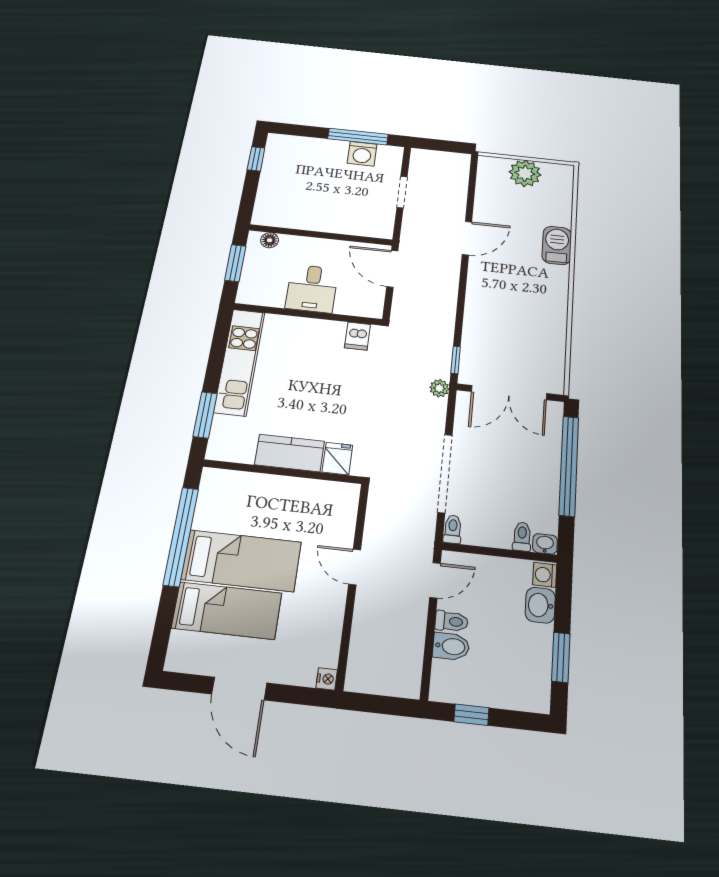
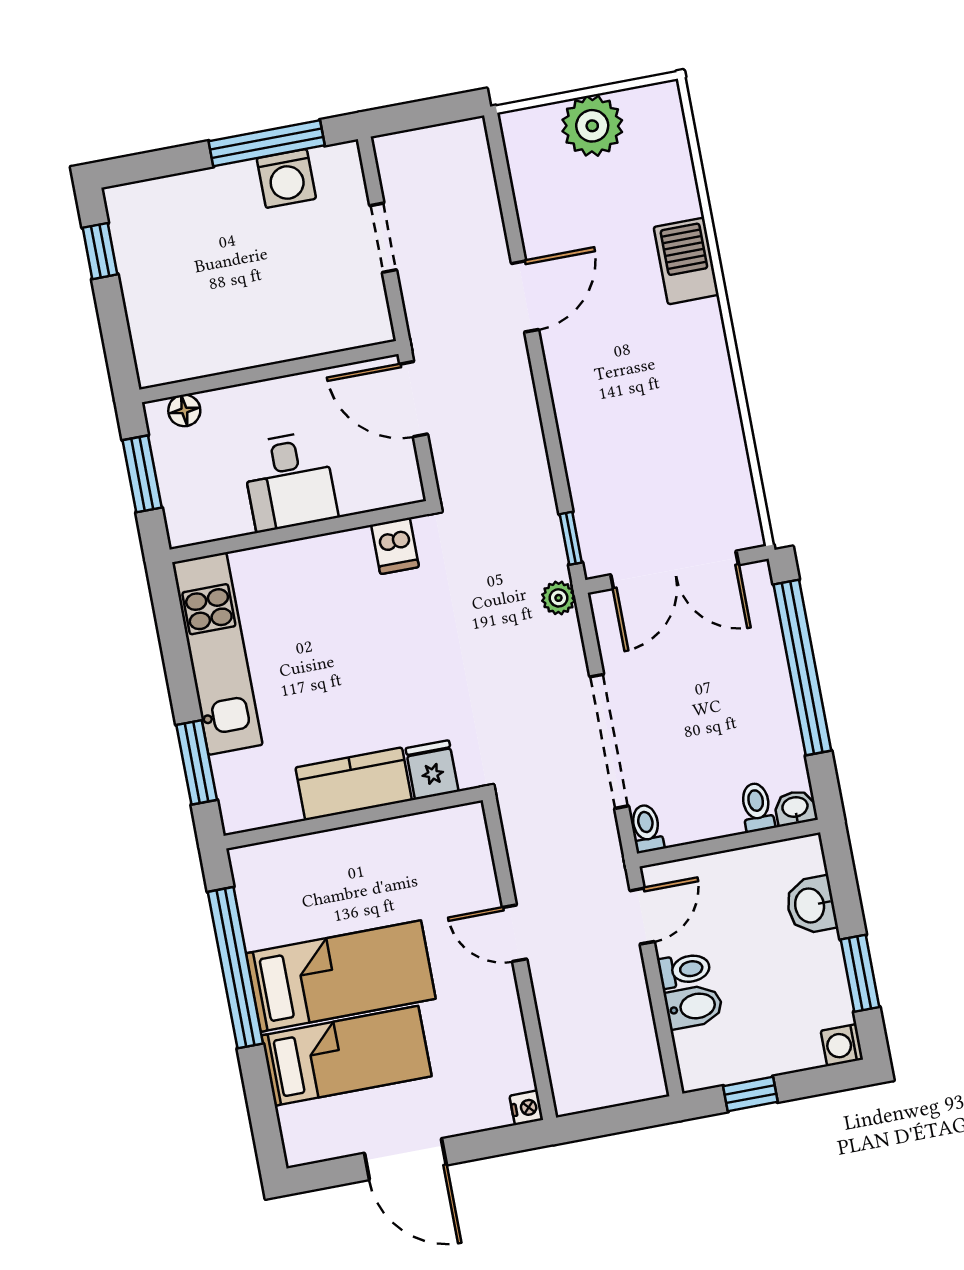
washing machine: (545, 575) -> (842, 1045), moved

